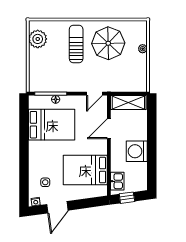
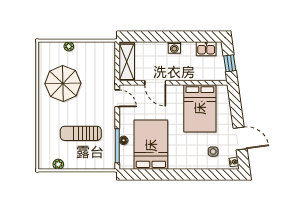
plant: (38, 39) -> (58, 164), width x0.53, depth x0.53
sun lounger: (76, 44) -> (81, 133), moved
washing machine: (137, 151) -> (174, 48), width x0.53, depth x0.53
kitchen sink: (117, 181) -> (206, 49), moved, turned 180

